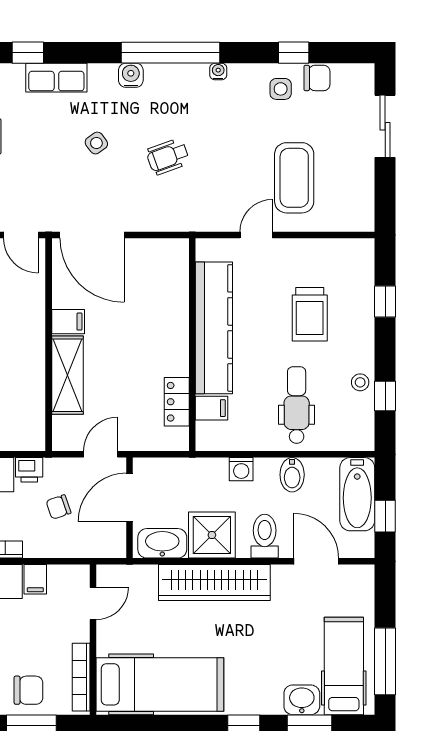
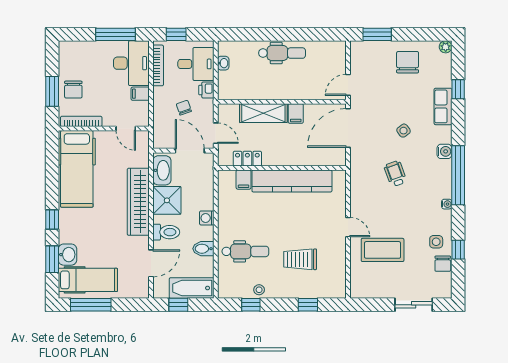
kitchen counter: (214, 328) -> (292, 181), moved
wall: (192, 345) -> (282, 168), moved
locker: (177, 402) -> (247, 159), moved
filing cabinet: (211, 408) -> (244, 180), moved

